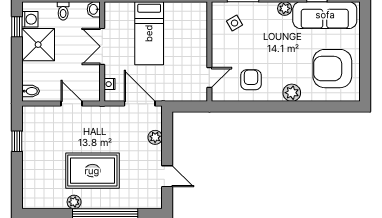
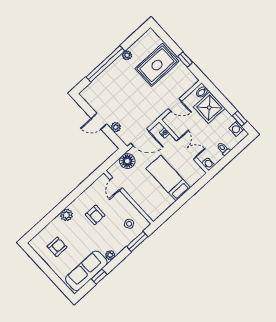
shower: (38, 45) -> (209, 108), moved
armchair: (332, 69) -> (57, 247), width x0.53, depth x0.53
armchair: (251, 80) -> (95, 215), moved
floor lamp: (176, 91) -> (127, 161), added
rug: (92, 171) -> (157, 65), moved
door: (167, 176) -> (99, 121), moved

